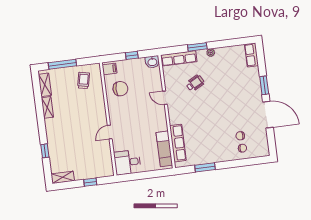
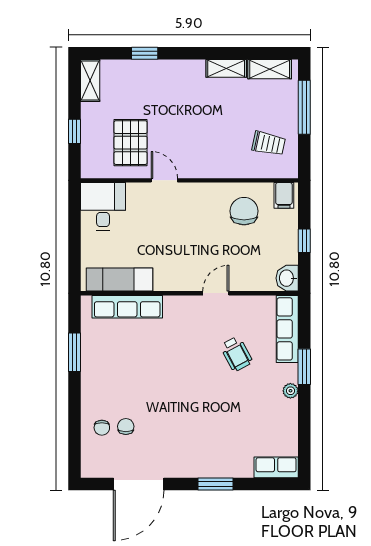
chair: (120, 89) -> (244, 211), turned 180
door: (268, 115) -> (139, 484), moved
pallet: (92, 152) -> (131, 143), added

